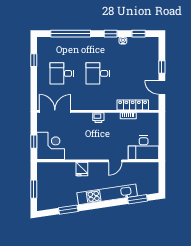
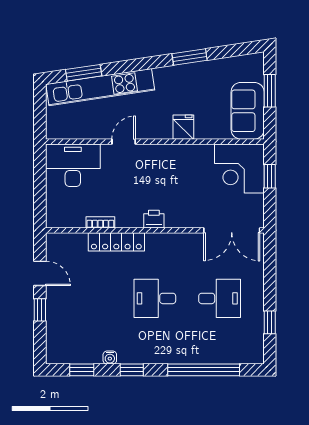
desk: (98, 73) -> (155, 298), turned 180
locker: (133, 105) -> (116, 242), moved
sofa: (46, 178) -> (248, 111), added
kitchen unit: (107, 194) -> (100, 87), moved
window: (68, 210) -> (190, 57), moved

